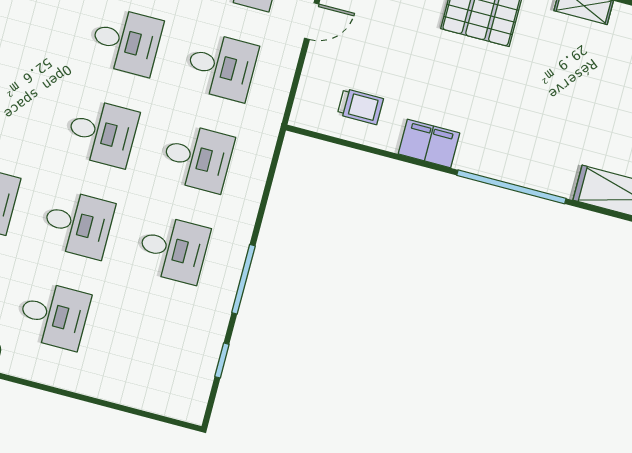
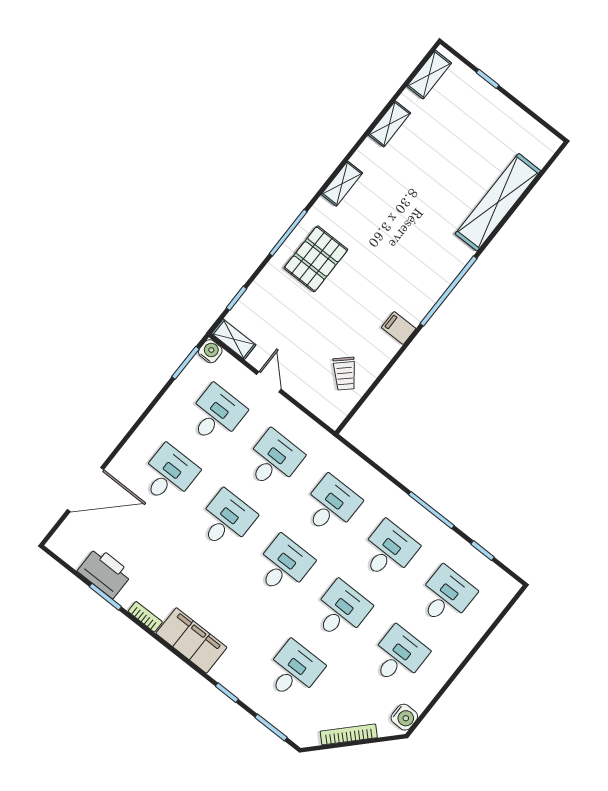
trolley: (360, 106) -> (345, 374), turned 137
filing cabinet: (429, 143) -> (399, 328), width x0.50
desk: (149, 340) -> (446, 596), added

